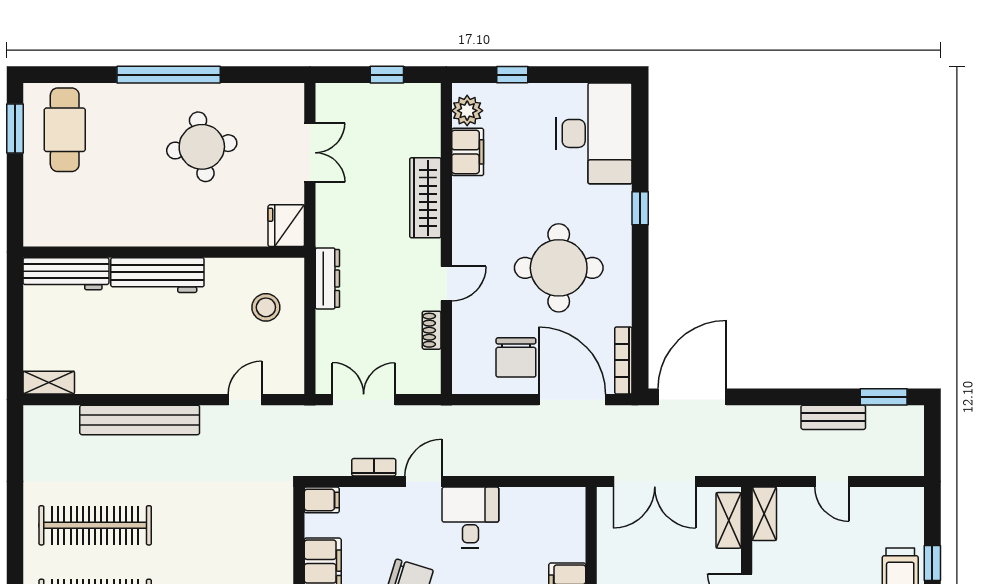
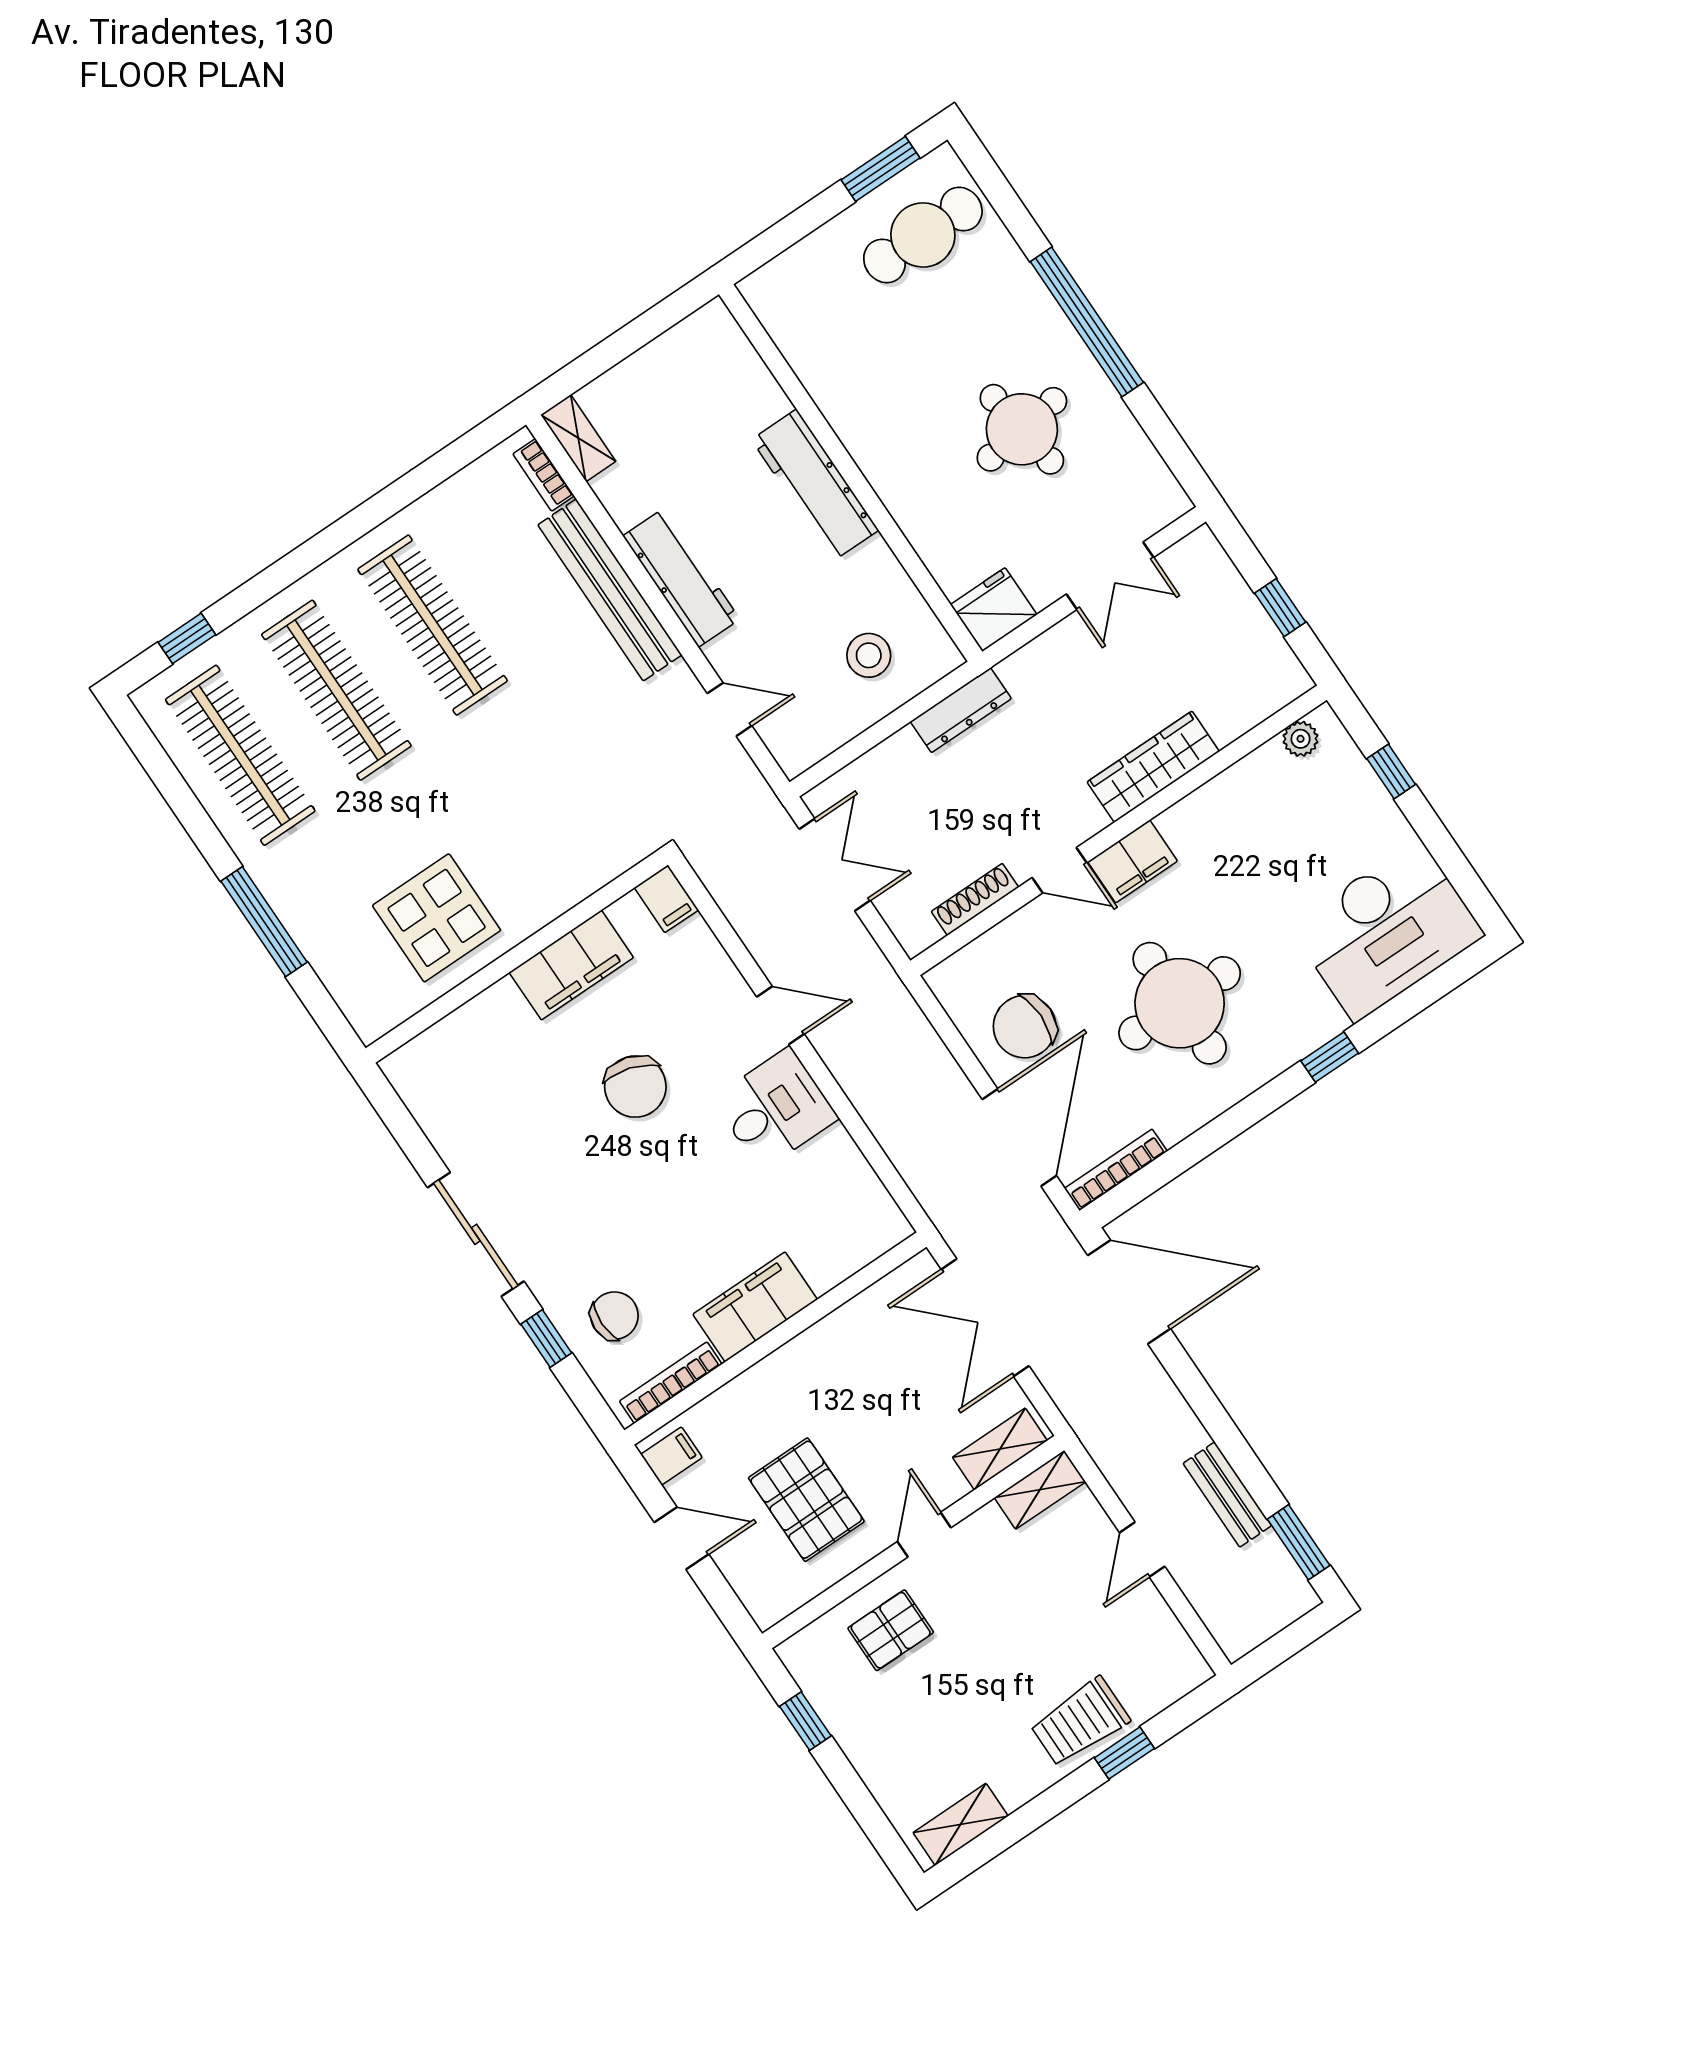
plant: (467, 111) -> (1301, 739), width x0.73, depth x0.73
filing cabinet: (468, 152) -> (1133, 861), moved
workbench: (66, 274) -> (681, 578), moved, turned 180
shoe rack: (432, 330) -> (975, 899), width x1.43
bookcase: (374, 467) -> (544, 475), moved, turned 180

